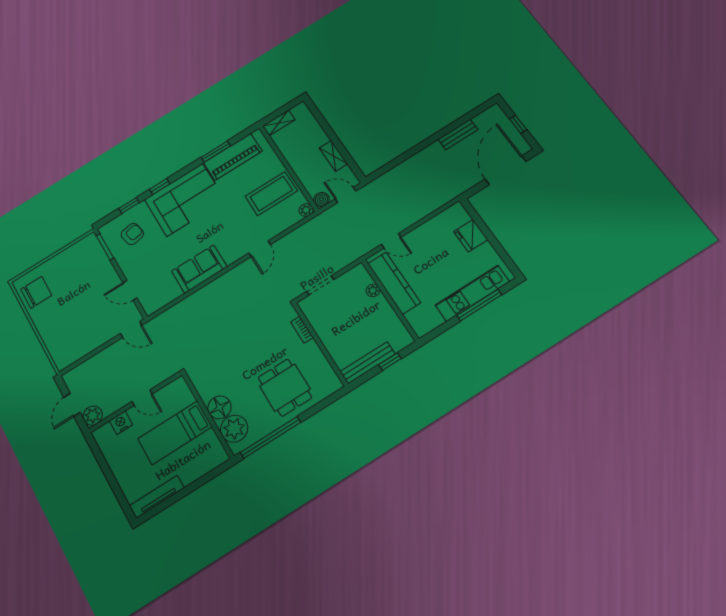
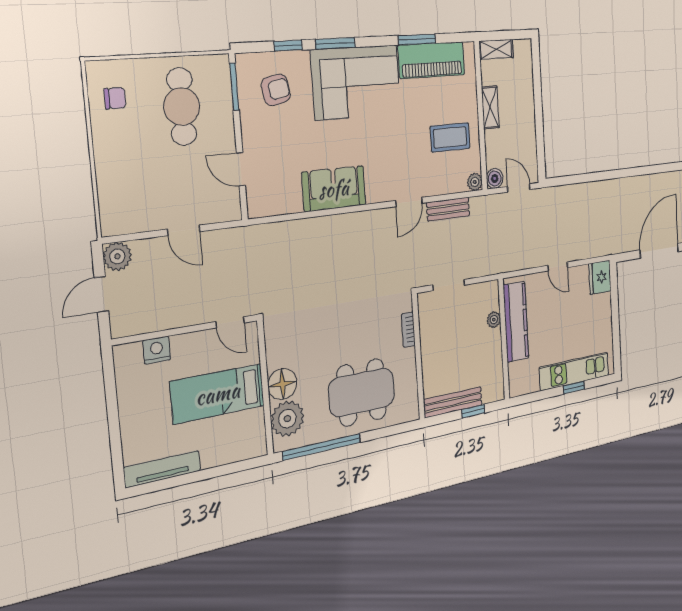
bench: (458, 134) -> (448, 209), moved
shelving: (333, 156) -> (490, 108), moved
window: (160, 186) -> (335, 43), width x1.50
coffee table: (271, 194) -> (450, 137), width x0.73, depth x0.76
fridge: (471, 236) -> (600, 277), moved
door: (391, 241) -> (558, 266), moved
cafe table: (77, 275) -> (182, 107), added
chair: (36, 292) -> (115, 98), width x0.54, depth x0.54
window: (479, 305) -> (574, 387), width x0.46
door: (131, 329) -> (184, 230), moved
dining table: (285, 388) -> (362, 392), width x1.38
door: (142, 398) -> (230, 322), moved
plant: (93, 416) -> (117, 256), moved

